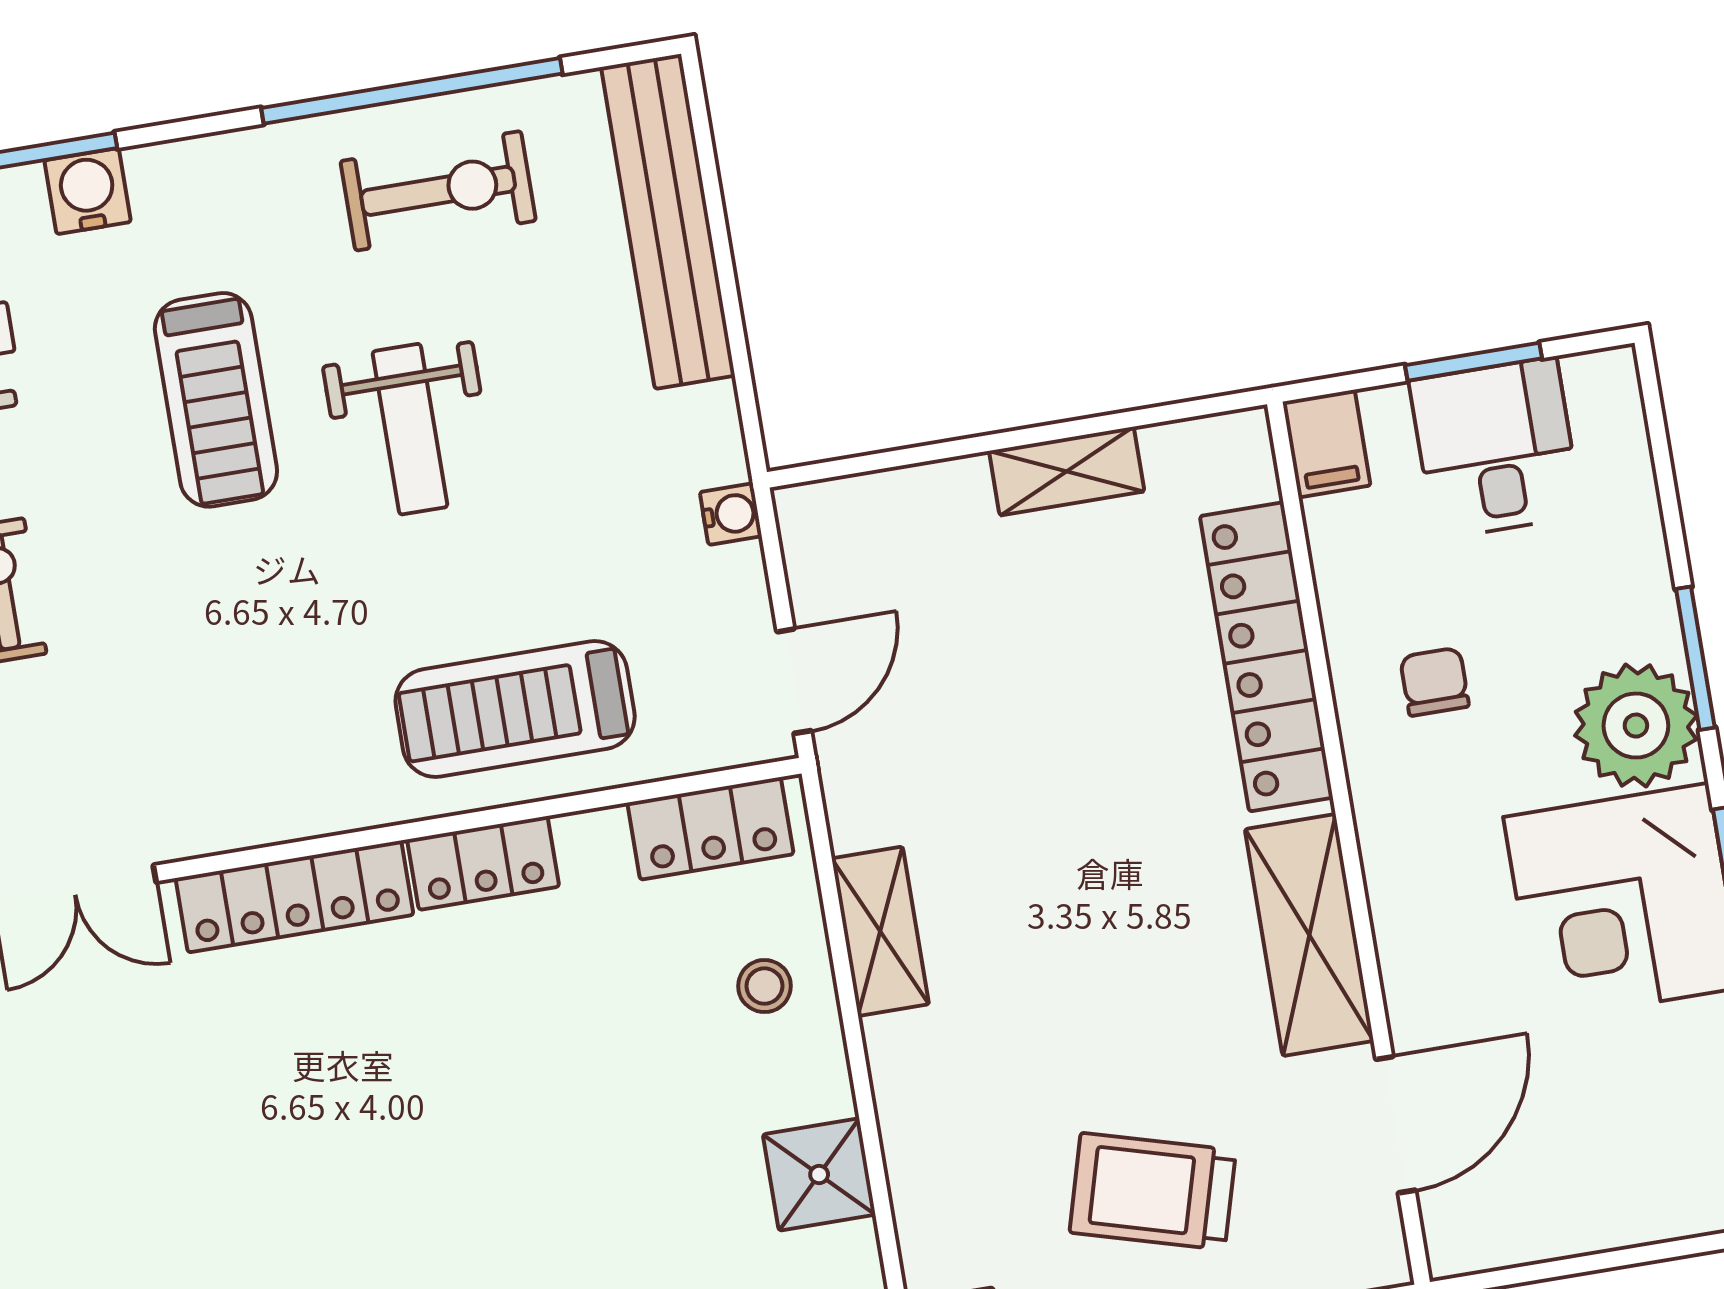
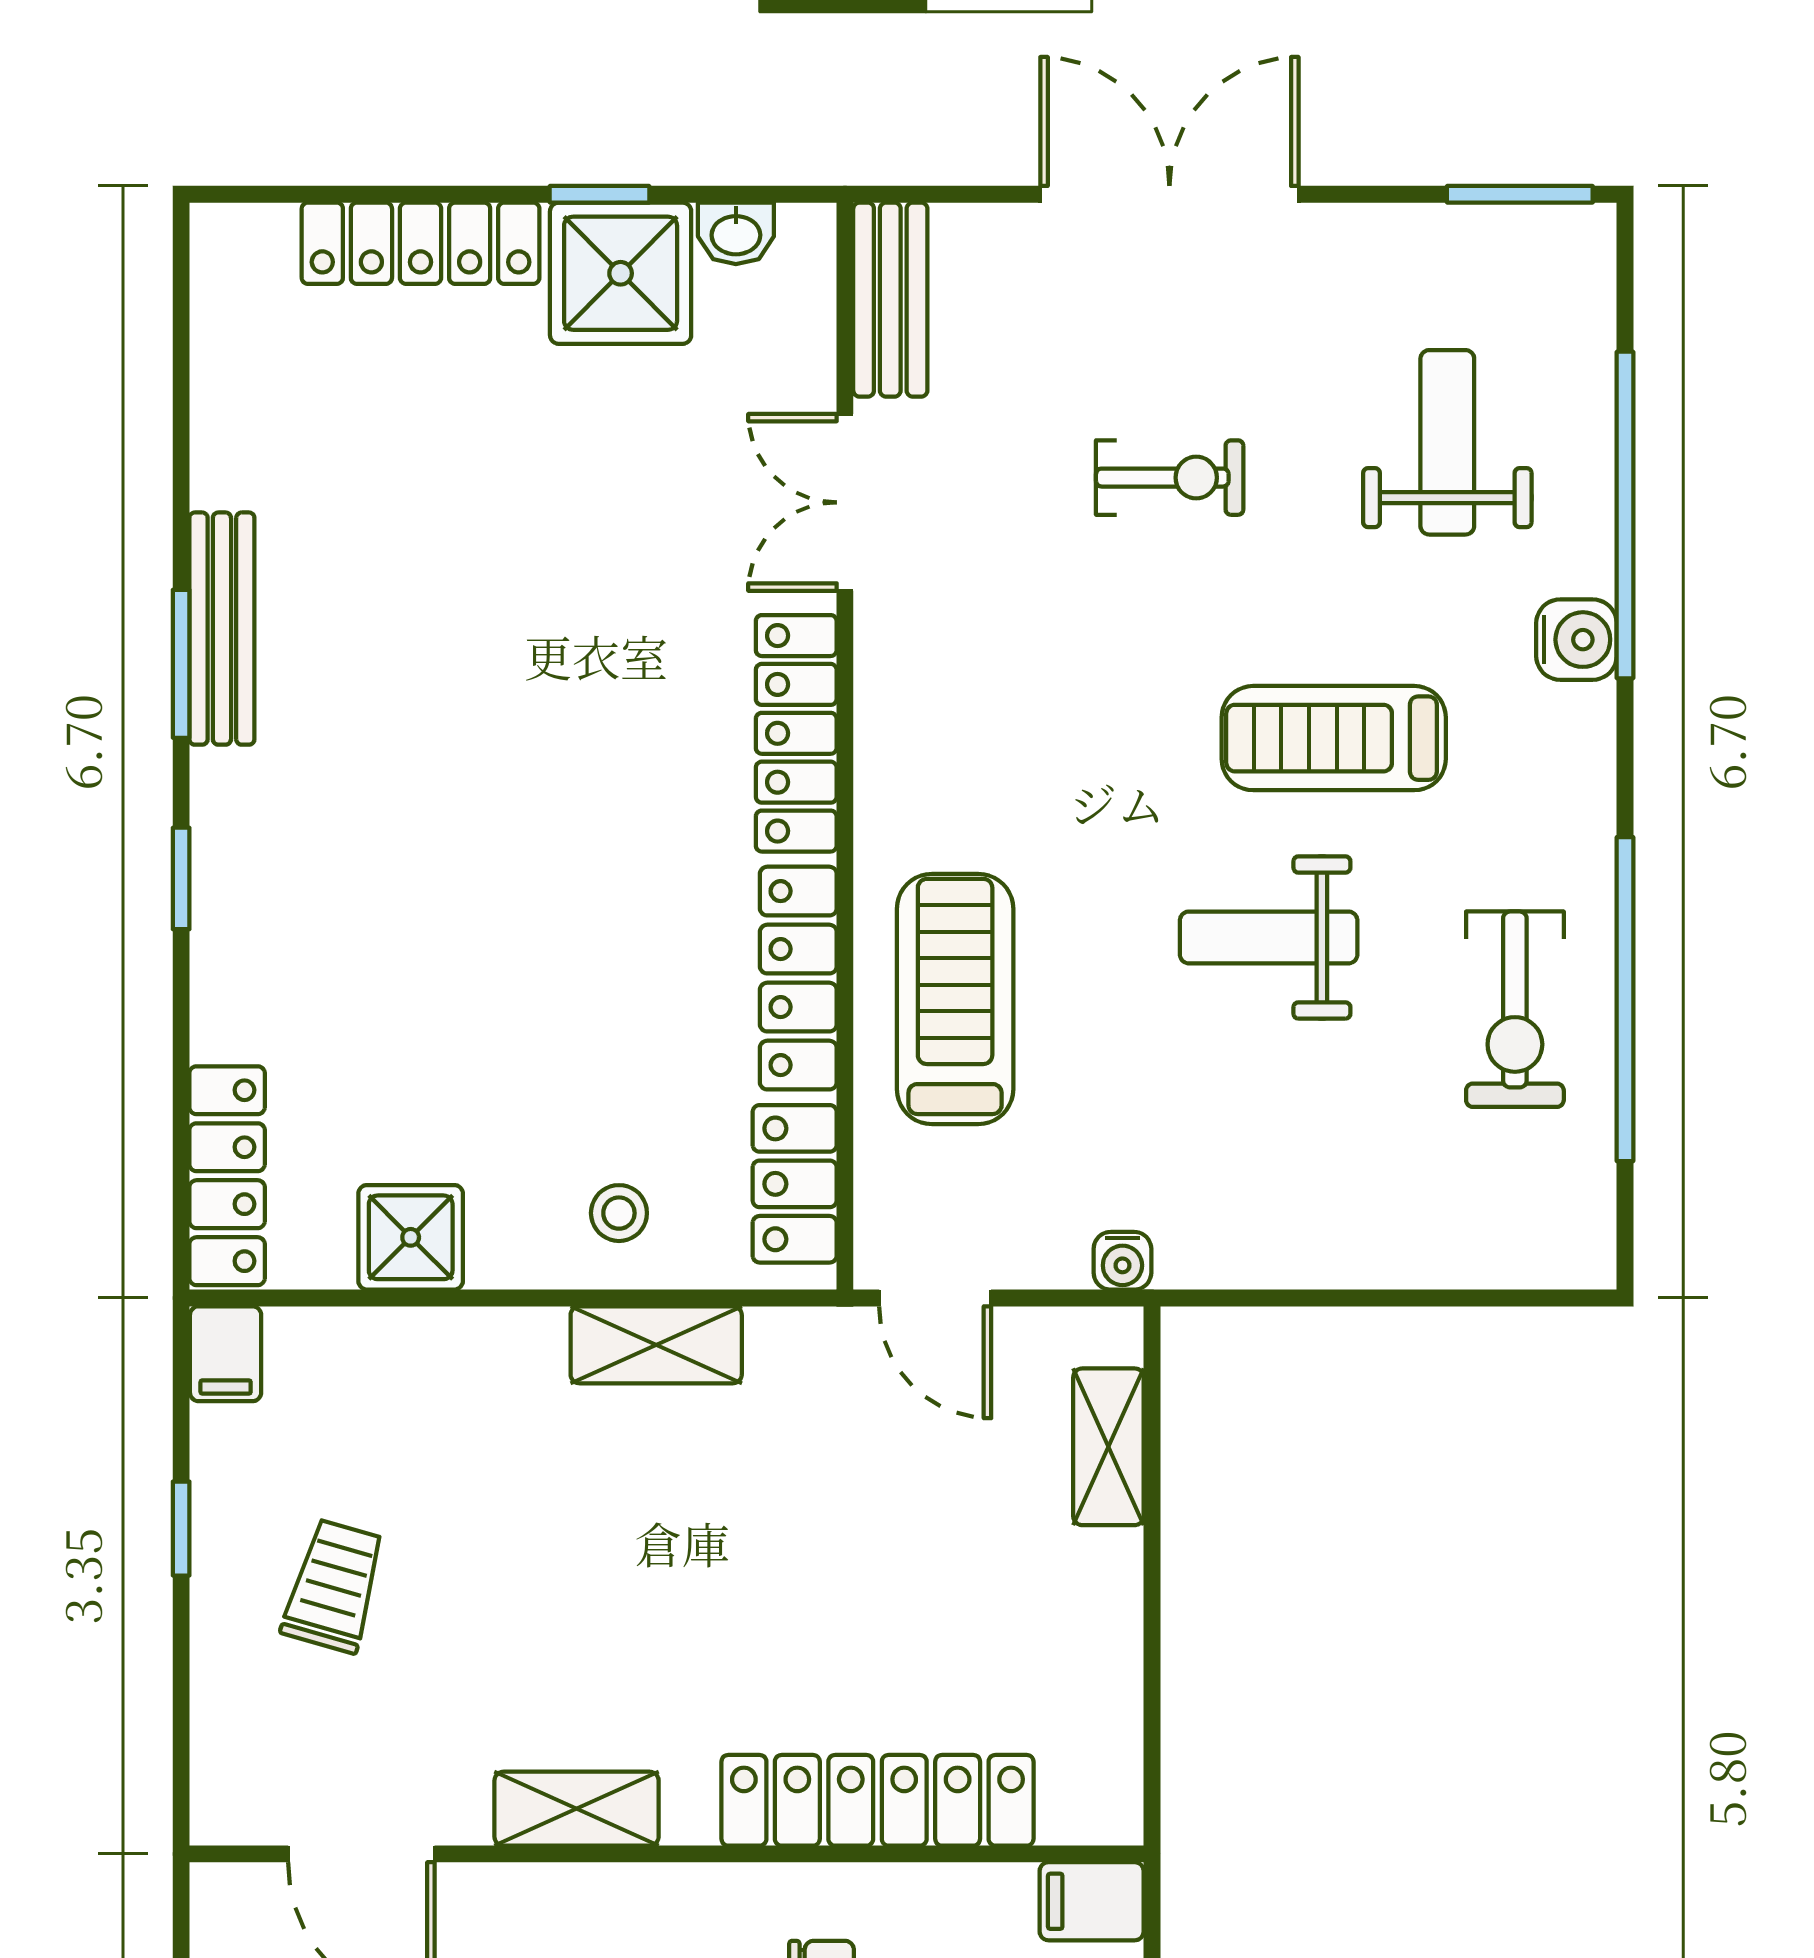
bench: (668, 221) -> (1442, 1246), removed
shelving: (1067, 471) -> (1108, 1447), moved
locker: (483, 863) -> (798, 978), width x1.53
shelving: (1309, 935) -> (577, 1809), width x0.67, depth x0.75
trolley: (1153, 1191) -> (334, 1586), width x0.73, depth x0.72

